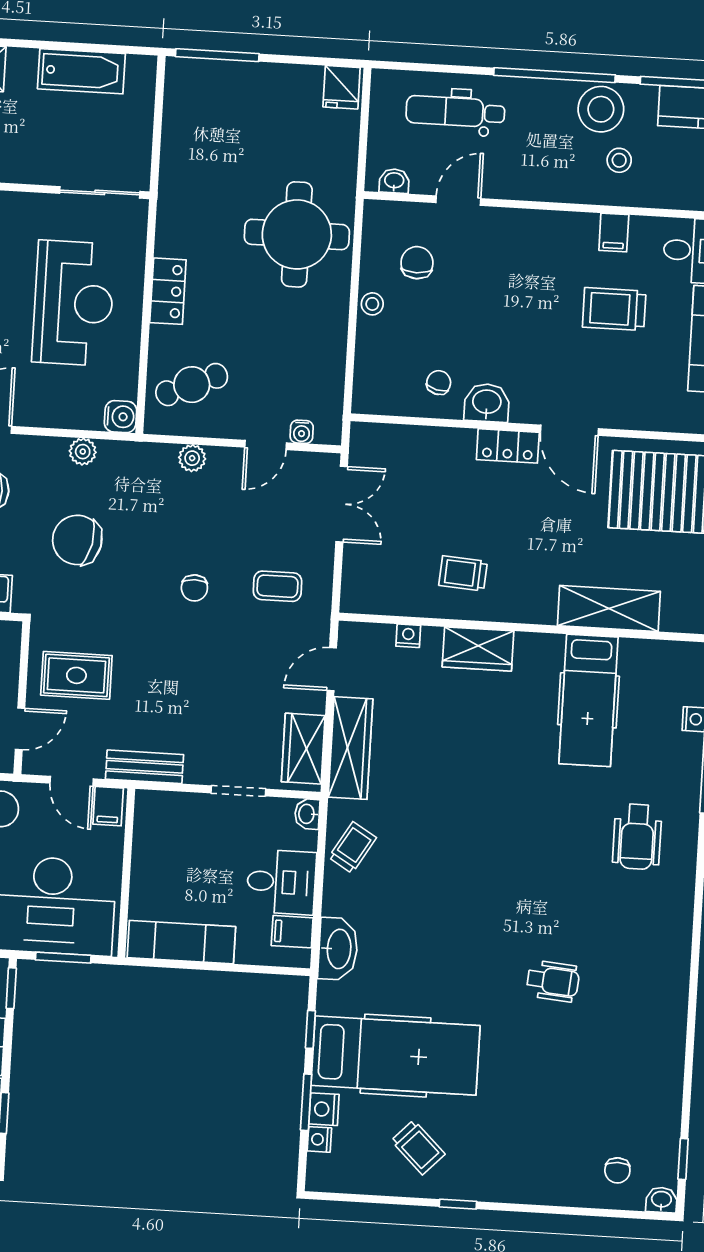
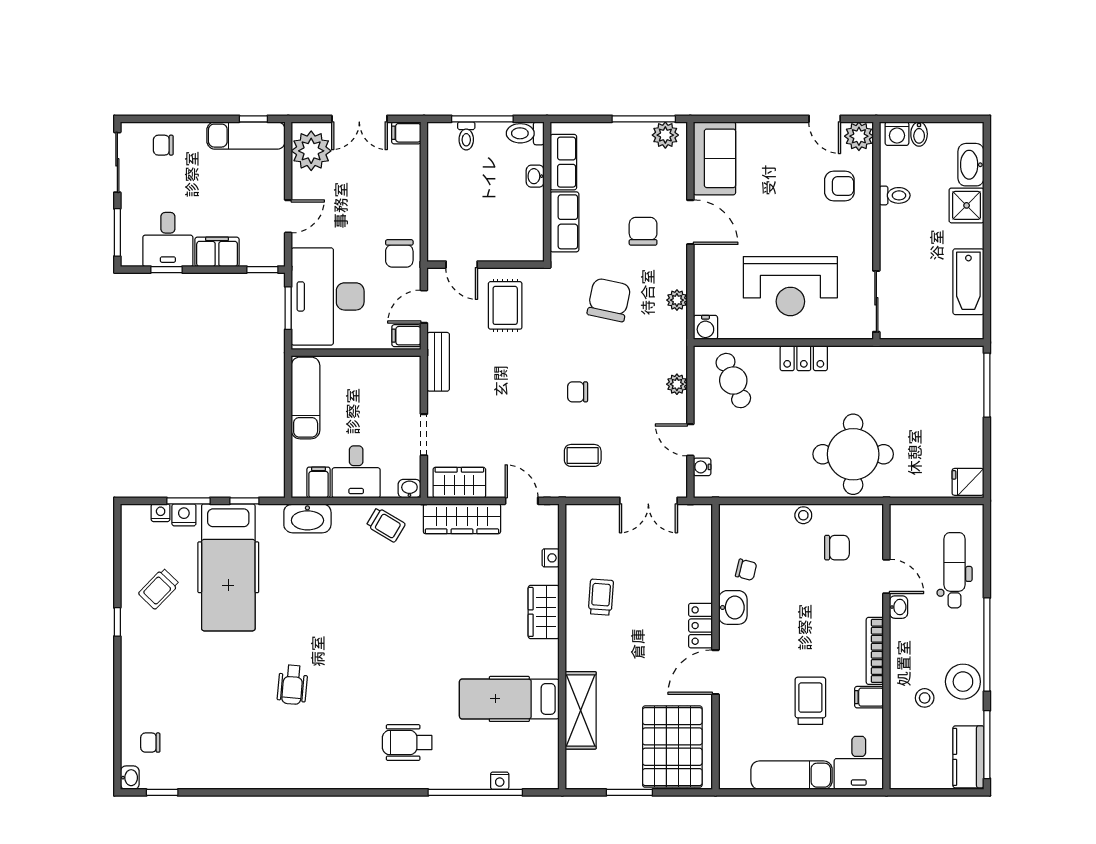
washbasin: (394, 181) -> (899, 607), moved
bookcase: (554, 221) -> (875, 651), added
coffee table: (277, 586) -> (583, 455), turned 90

